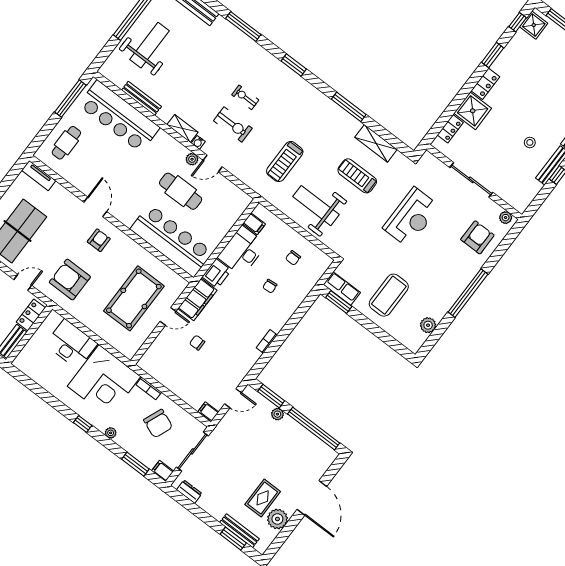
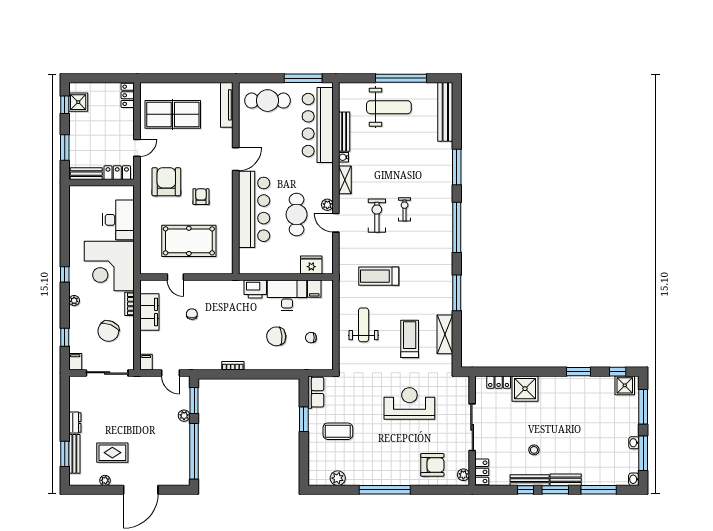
window: (294, 65) -> (457, 227), width x2.11
locker: (485, 84) -> (482, 472), moved, turned -90
exercise bike: (233, 125) -> (377, 216), turned 180
water cooler: (198, 142) -> (343, 157), moved
cafe table: (66, 143) -> (268, 101), width x1.37, depth x1.35
tv unit: (39, 175) -> (227, 105), width x1.41
weight bench: (316, 206) -> (364, 325), width x0.73, depth x0.75
fridge: (232, 211) -> (311, 265), added
reception desk: (411, 217) -> (409, 403), turned 180
armchair: (99, 240) -> (201, 197), moved, turned -90
bar counter: (172, 241) -> (254, 209), moved
door: (23, 282) -> (137, 148), hinge flipped
chair: (270, 286) -> (276, 336), width x1.87, depth x1.87
coffee table: (389, 295) -> (338, 431), width x0.73, depth x0.76
filing cabinet: (197, 299) -> (149, 312), moved, turned -90
window: (339, 302) -> (304, 419), moved
door: (168, 316) -> (175, 277), moved
window: (135, 464) -> (65, 337), width x0.67
dresser: (189, 492) -> (75, 423), moved
plant: (277, 519) -> (105, 480), width x0.53, depth x0.53

